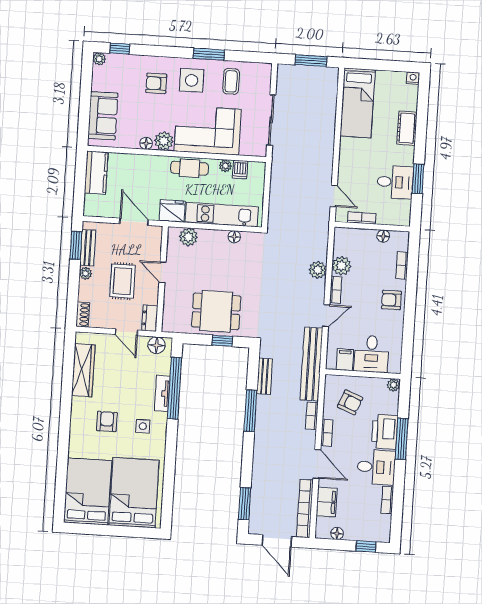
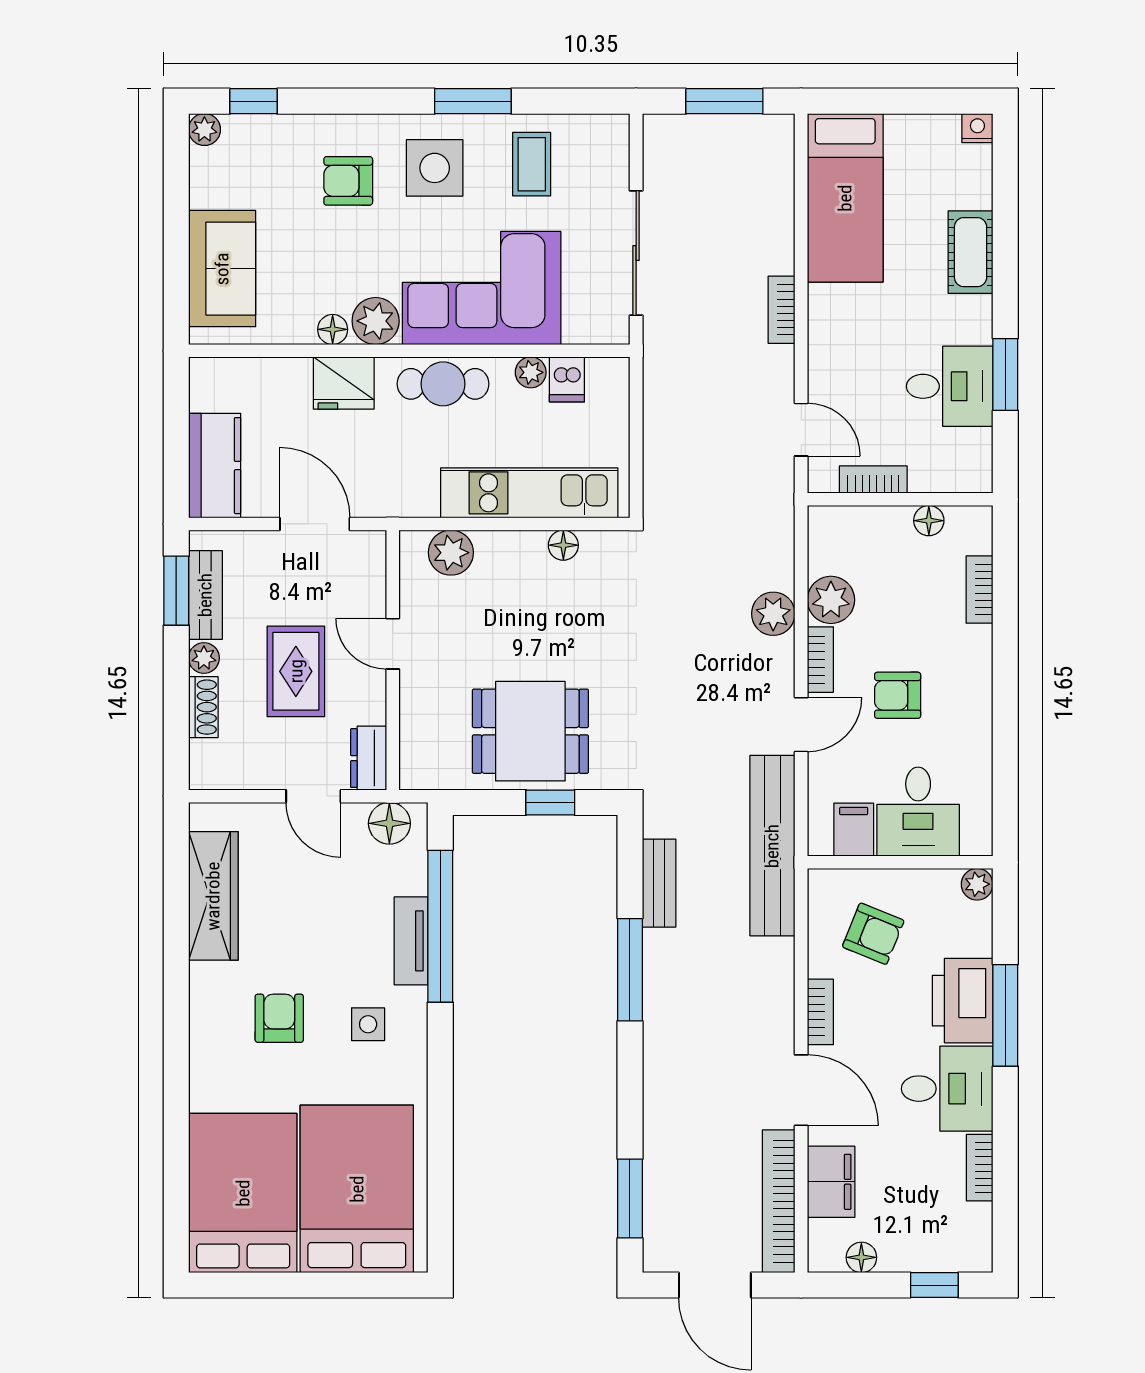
kitchen counter: (96, 173) -> (215, 466), moved
fridge: (172, 211) -> (344, 383), moved, turned 180
armchair: (391, 300) -> (898, 695), moved
shoe rack: (83, 315) -> (203, 707), moved
bookcase: (312, 416) -> (781, 310), moved

